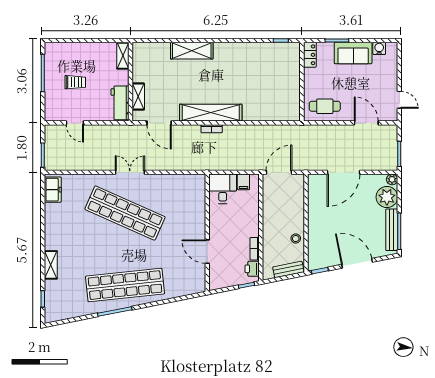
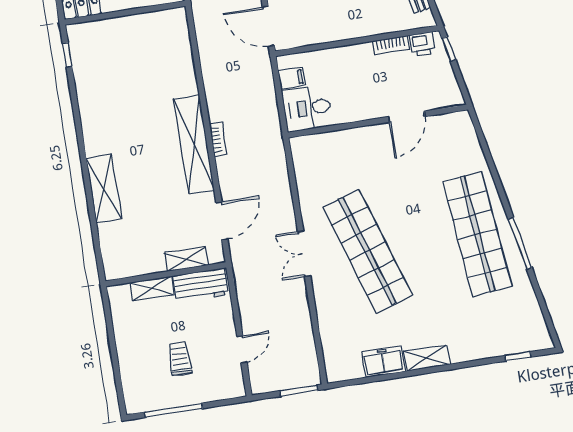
shelving: (123, 56) -> (152, 289), moved
freezer: (53, 190) -> (383, 362), moved
shop shelf: (125, 213) -> (367, 251), turned -42
shelving: (51, 265) -> (427, 358), moved

